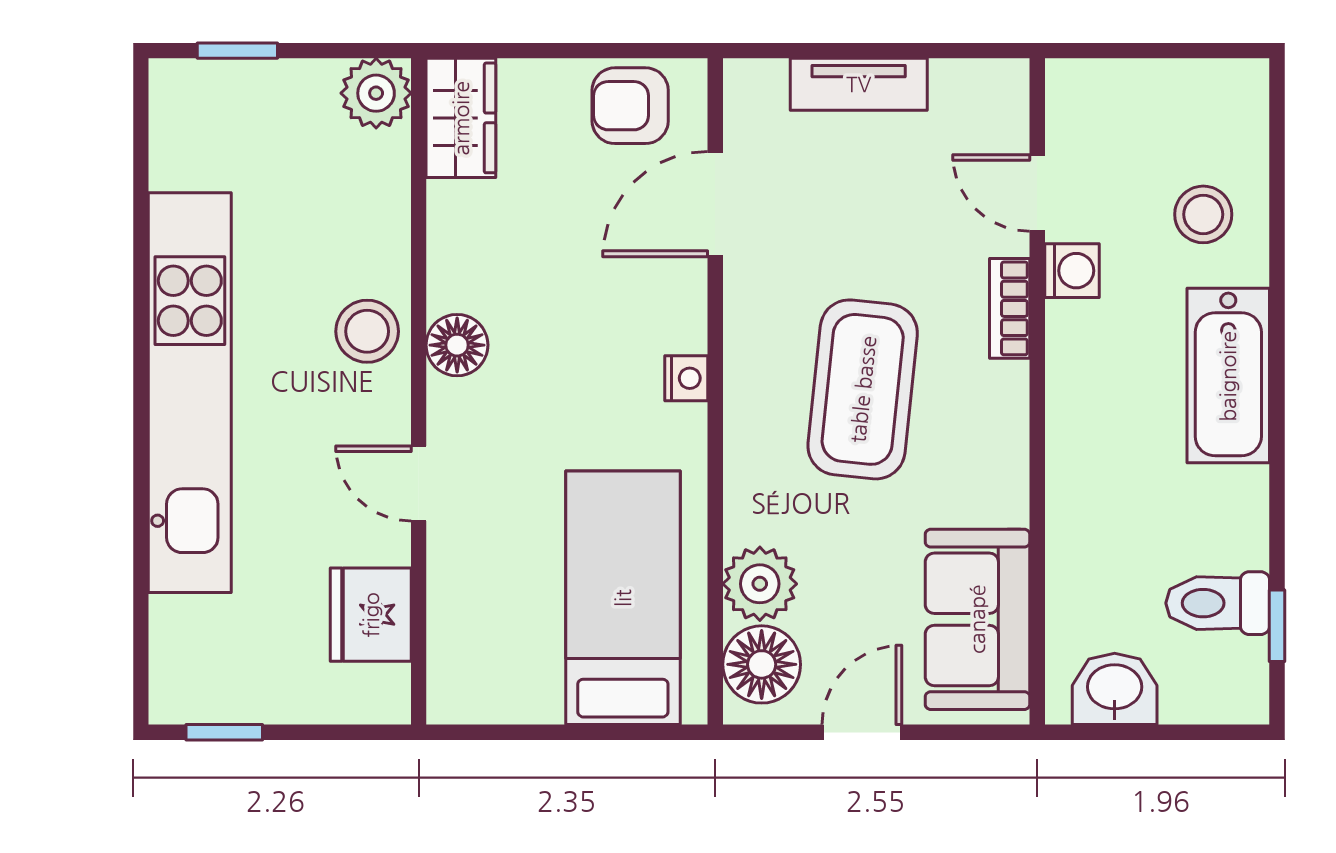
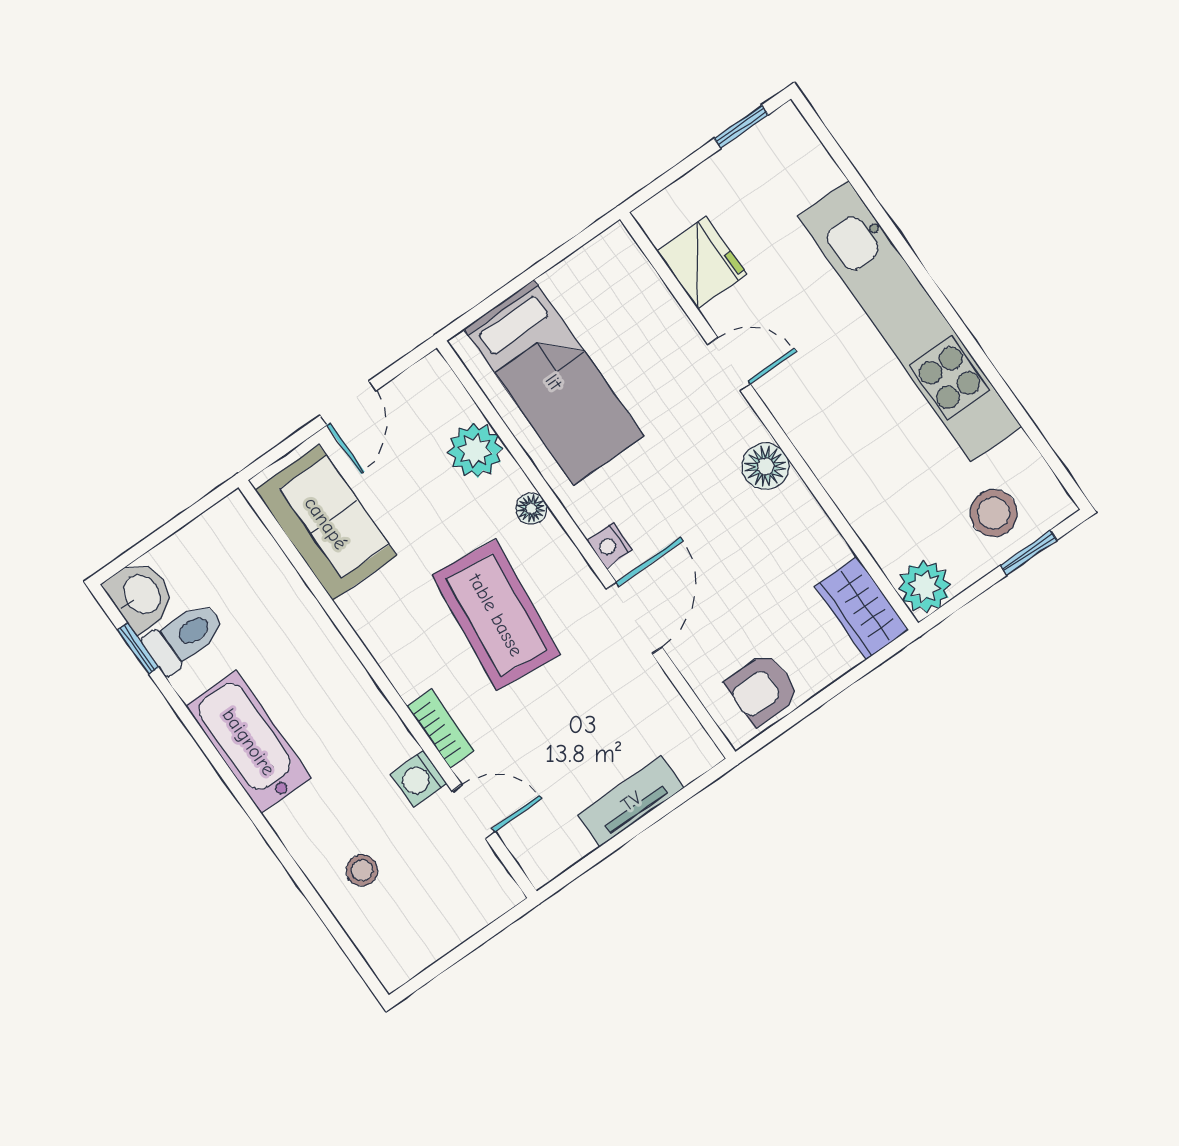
armchair: (630, 106) -> (762, 689), turned 180
door: (715, 204) -> (634, 618), moved
stool: (1203, 214) -> (362, 870), width x0.73, depth x0.73
stool: (367, 331) -> (994, 513), moved
bathtub: (1228, 376) -> (249, 742), moved
floor lamp: (762, 664) -> (531, 508), moved, width x0.53, depth x0.53
washbasin: (1115, 689) -> (141, 595), moved, turned -90

